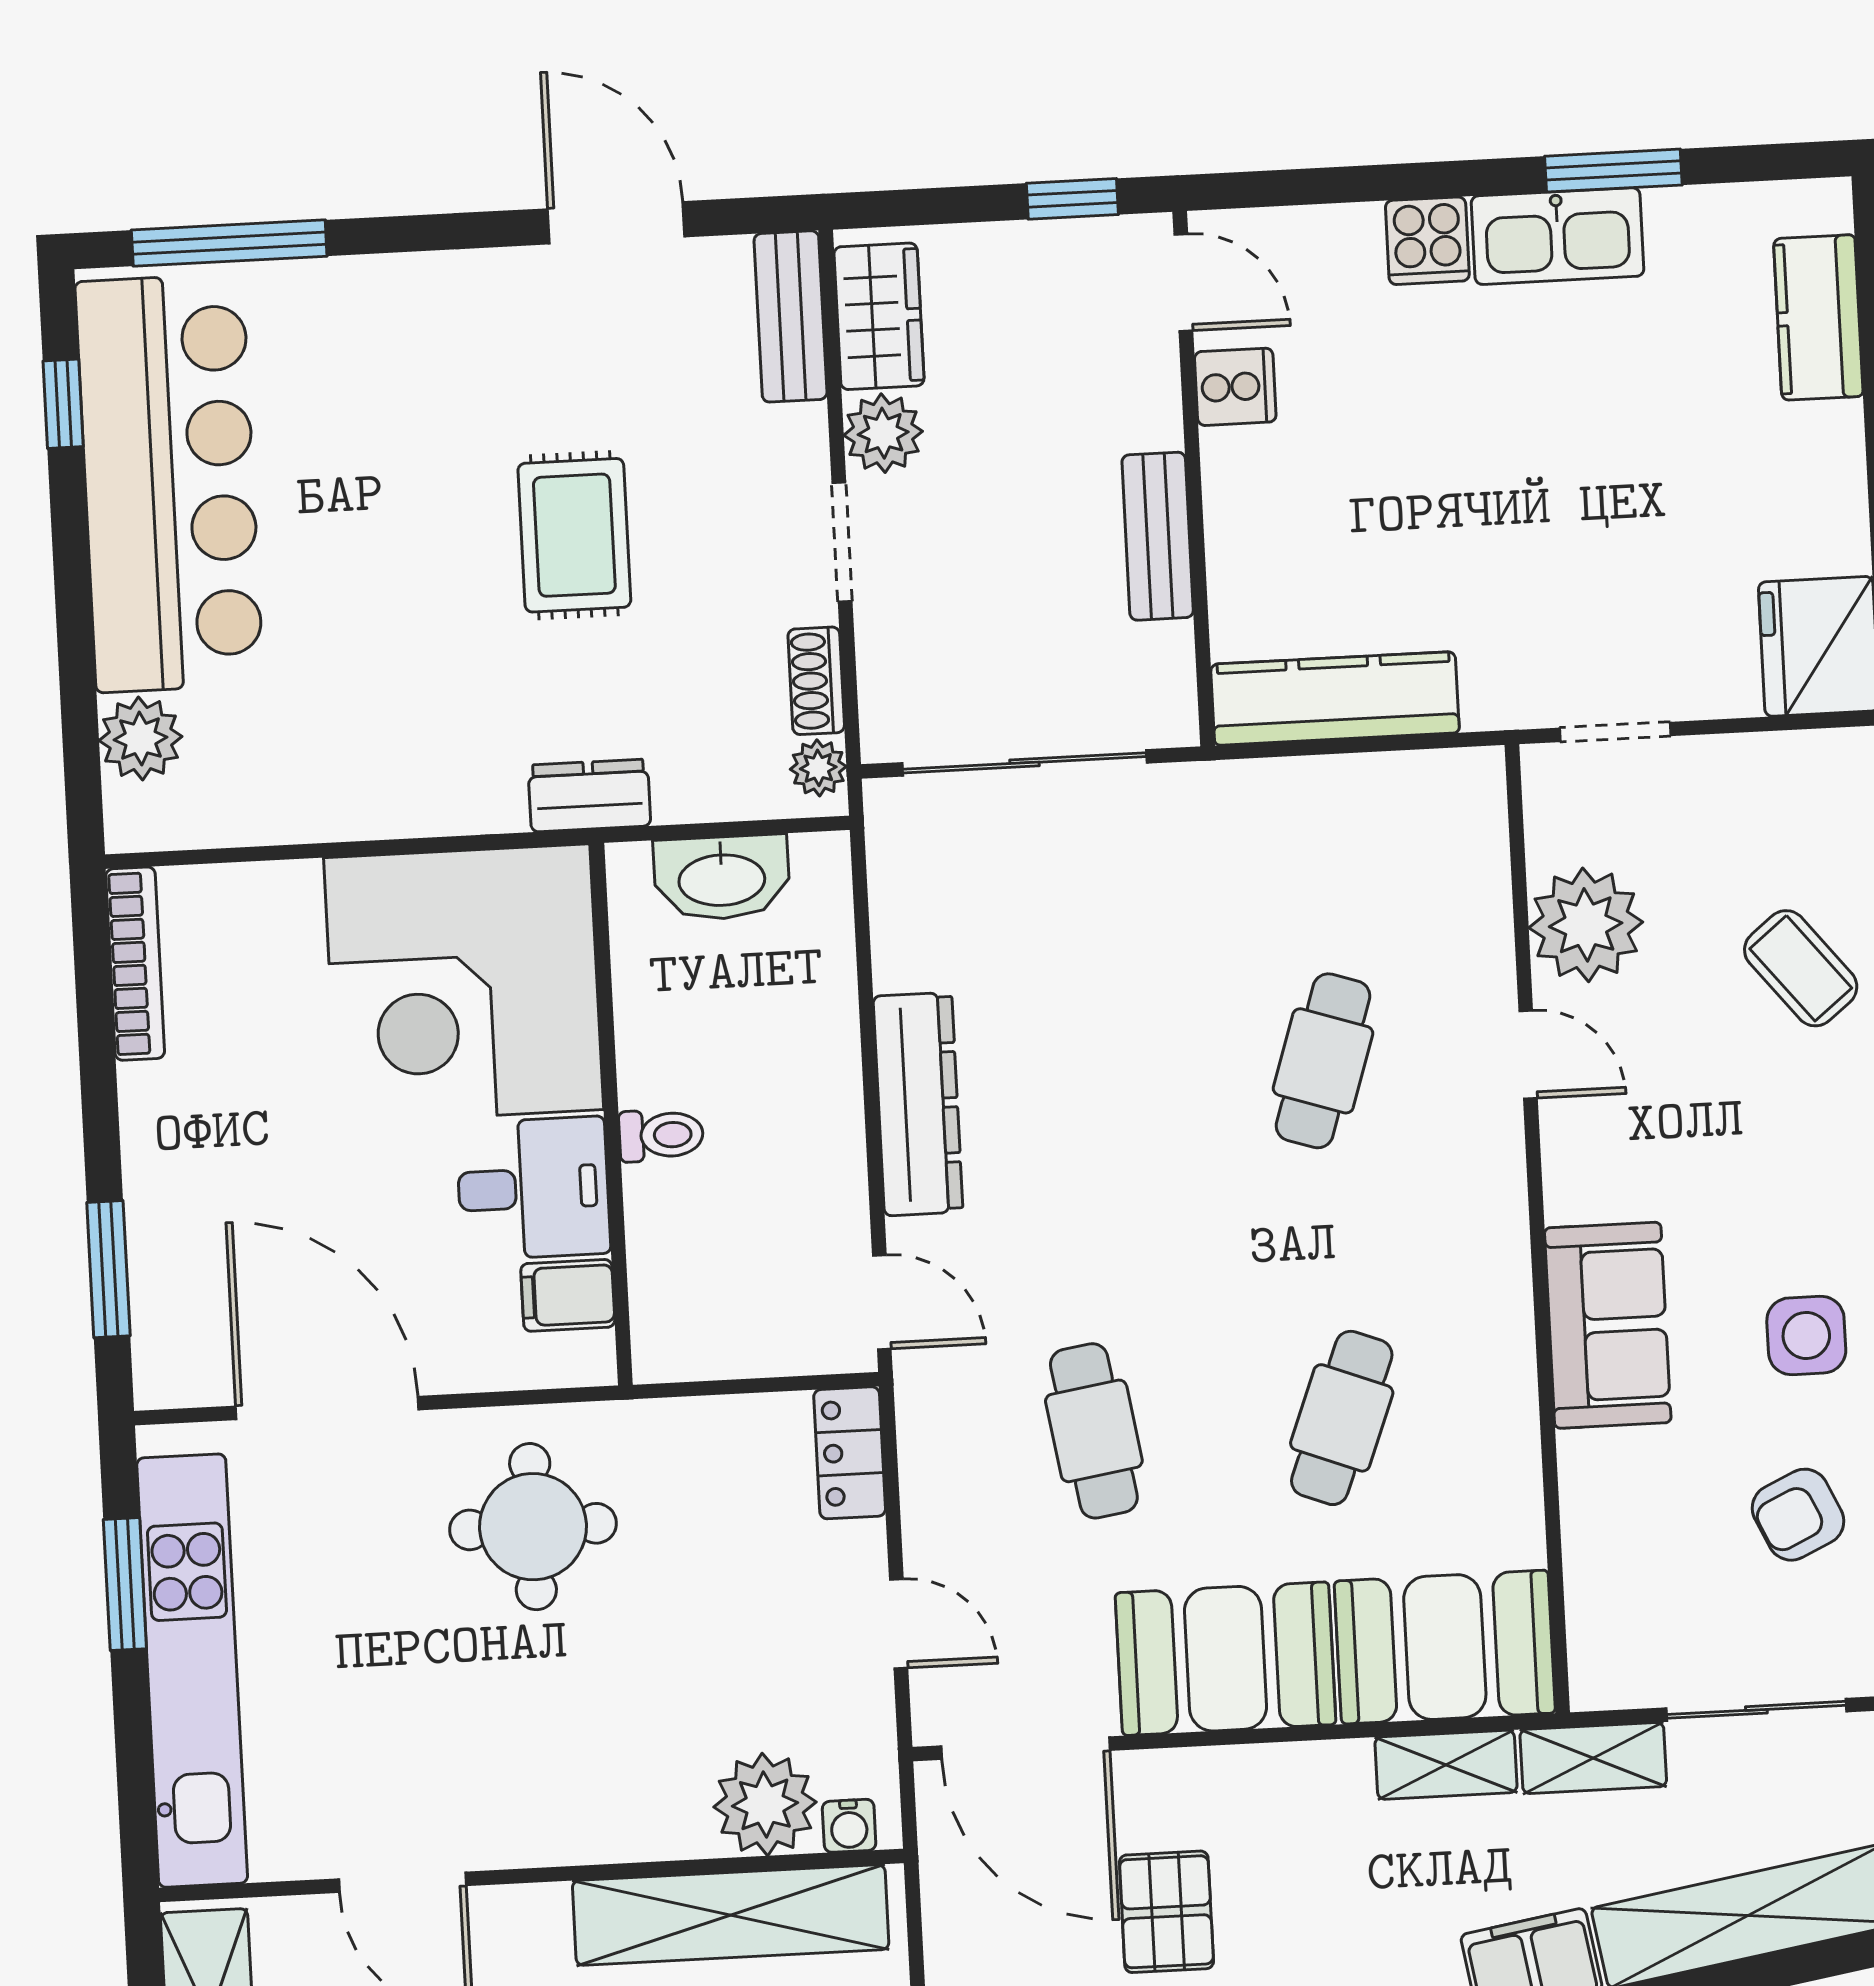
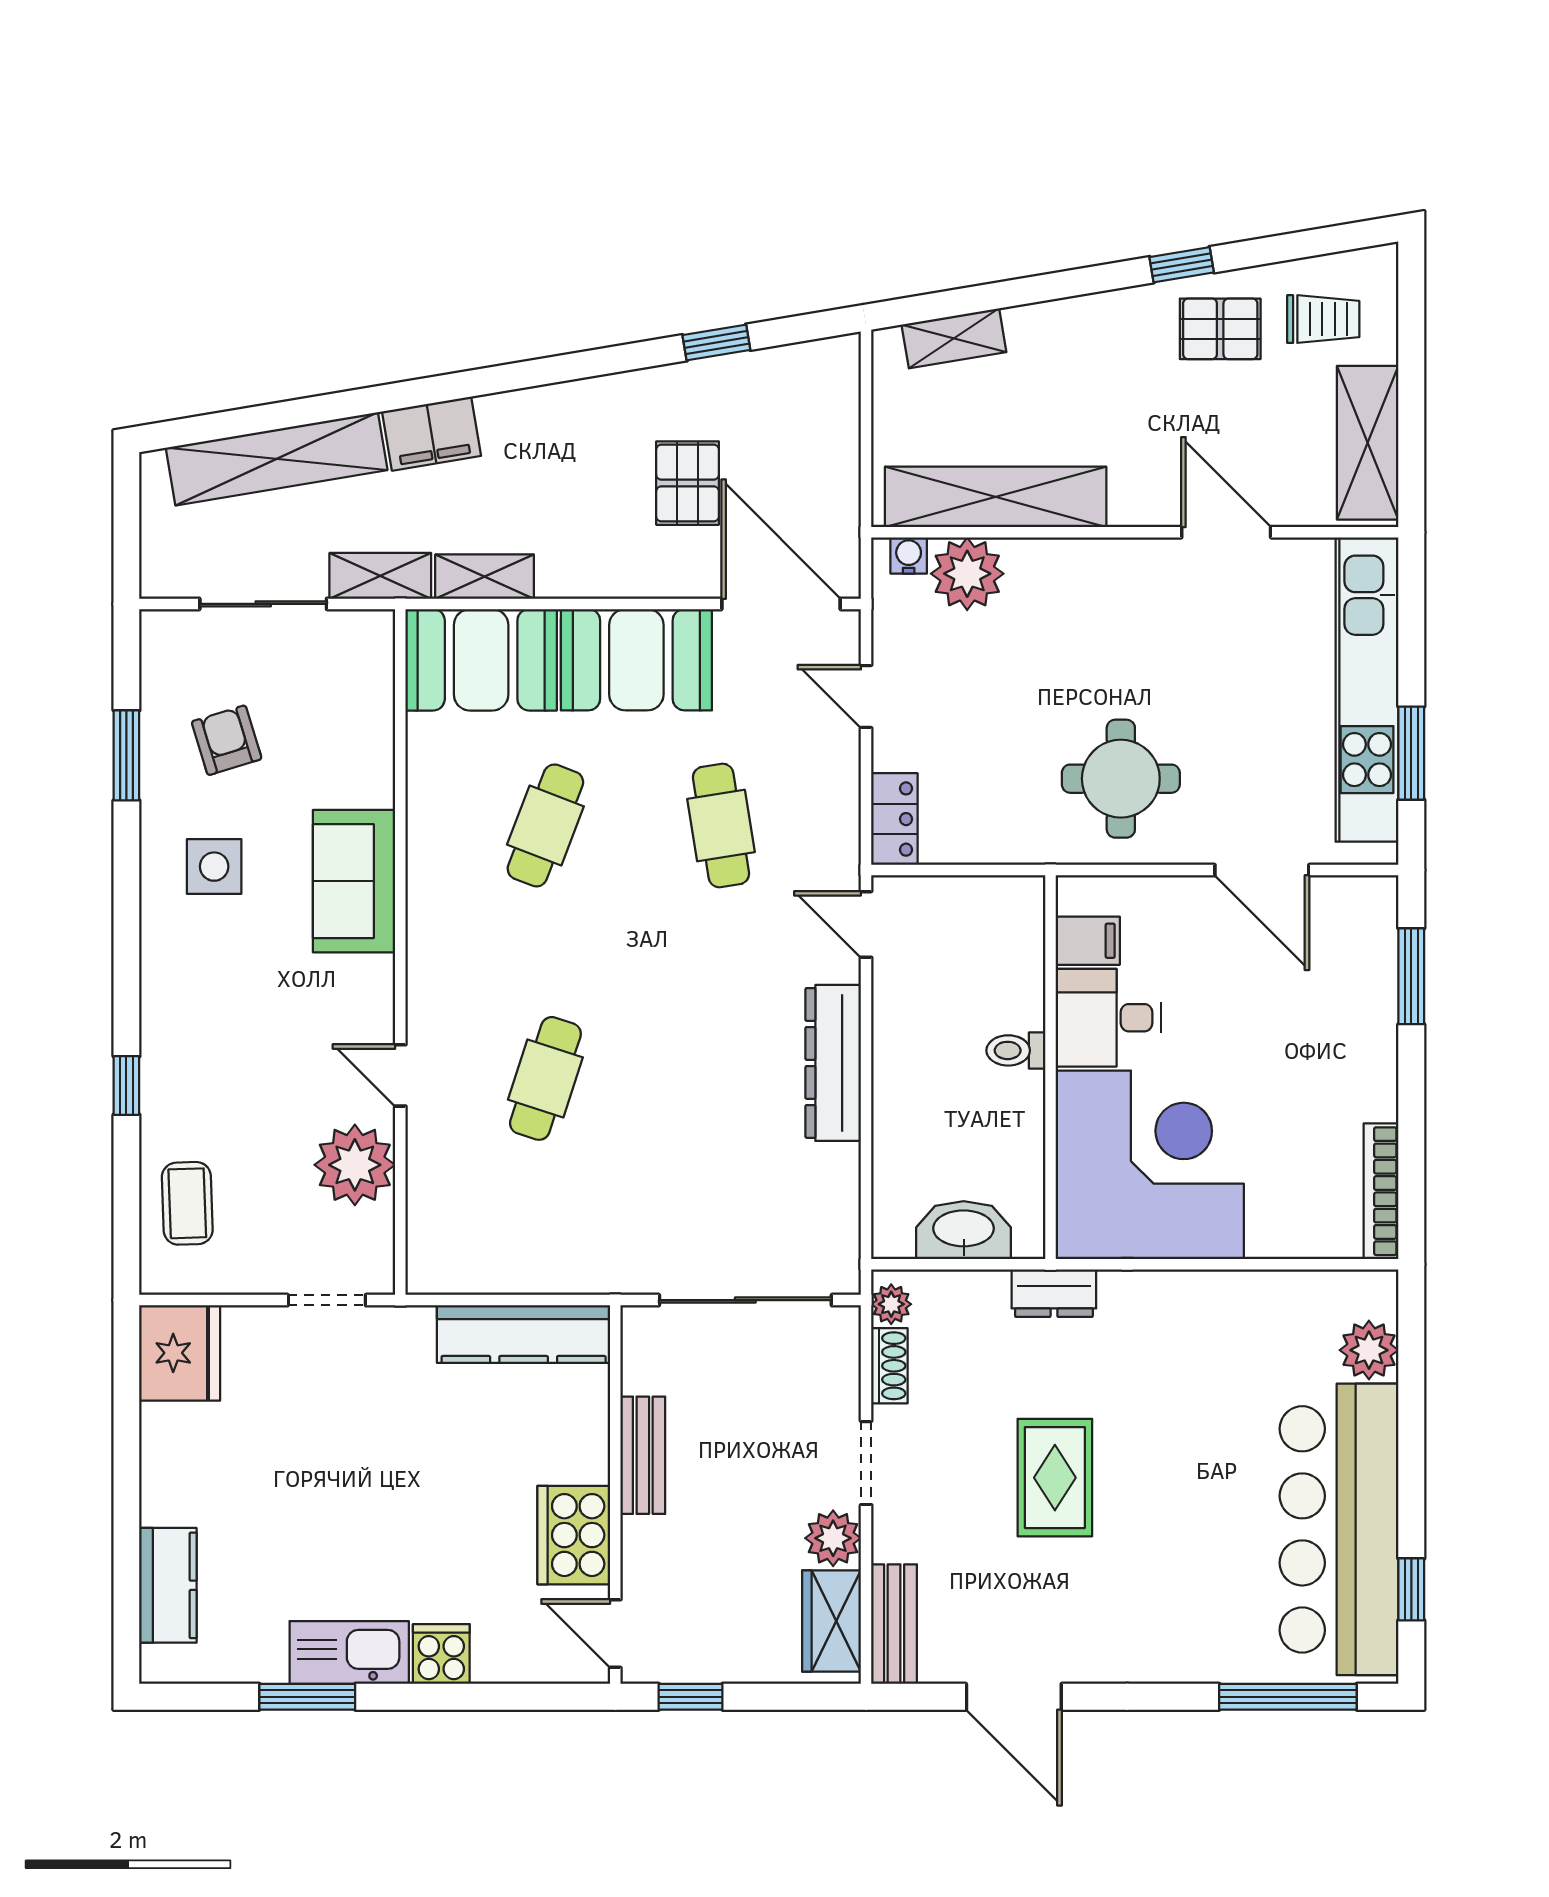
cooker: (1235, 387) -> (574, 1535), width x1.87, depth x1.31
coffee table: (1801, 968) -> (187, 1203), moved, turned 37
door: (327, 1408) -> (1262, 870), width x0.73
armchair: (1798, 1515) -> (227, 740), turned -82

